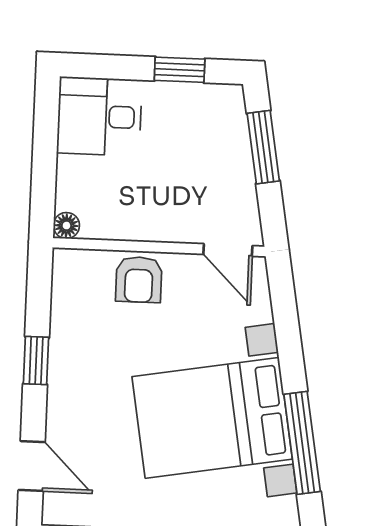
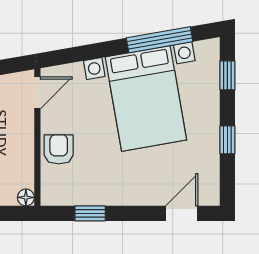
armchair: (139, 279) -> (59, 149), turned -90
window: (36, 361) -> (90, 213), moved

